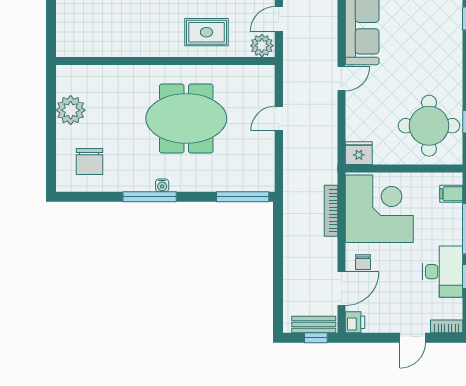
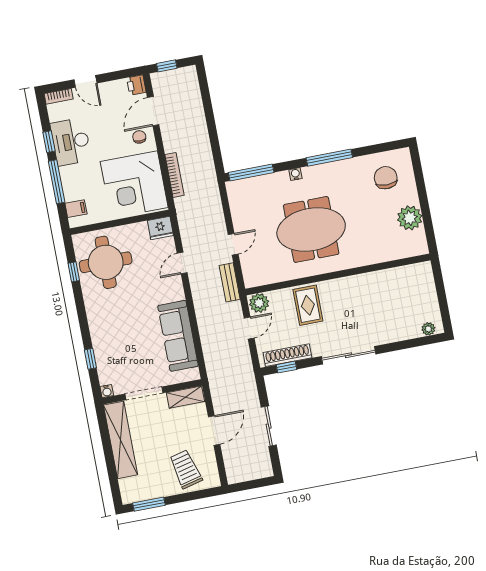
rug: (206, 32) -> (308, 305), turned 90
door: (341, 79) -> (182, 263), moved
water cooler: (162, 185) -> (295, 174), moved
bench: (314, 324) -> (230, 282), moved, turned 90
door: (413, 338) -> (85, 81), swing flipped

